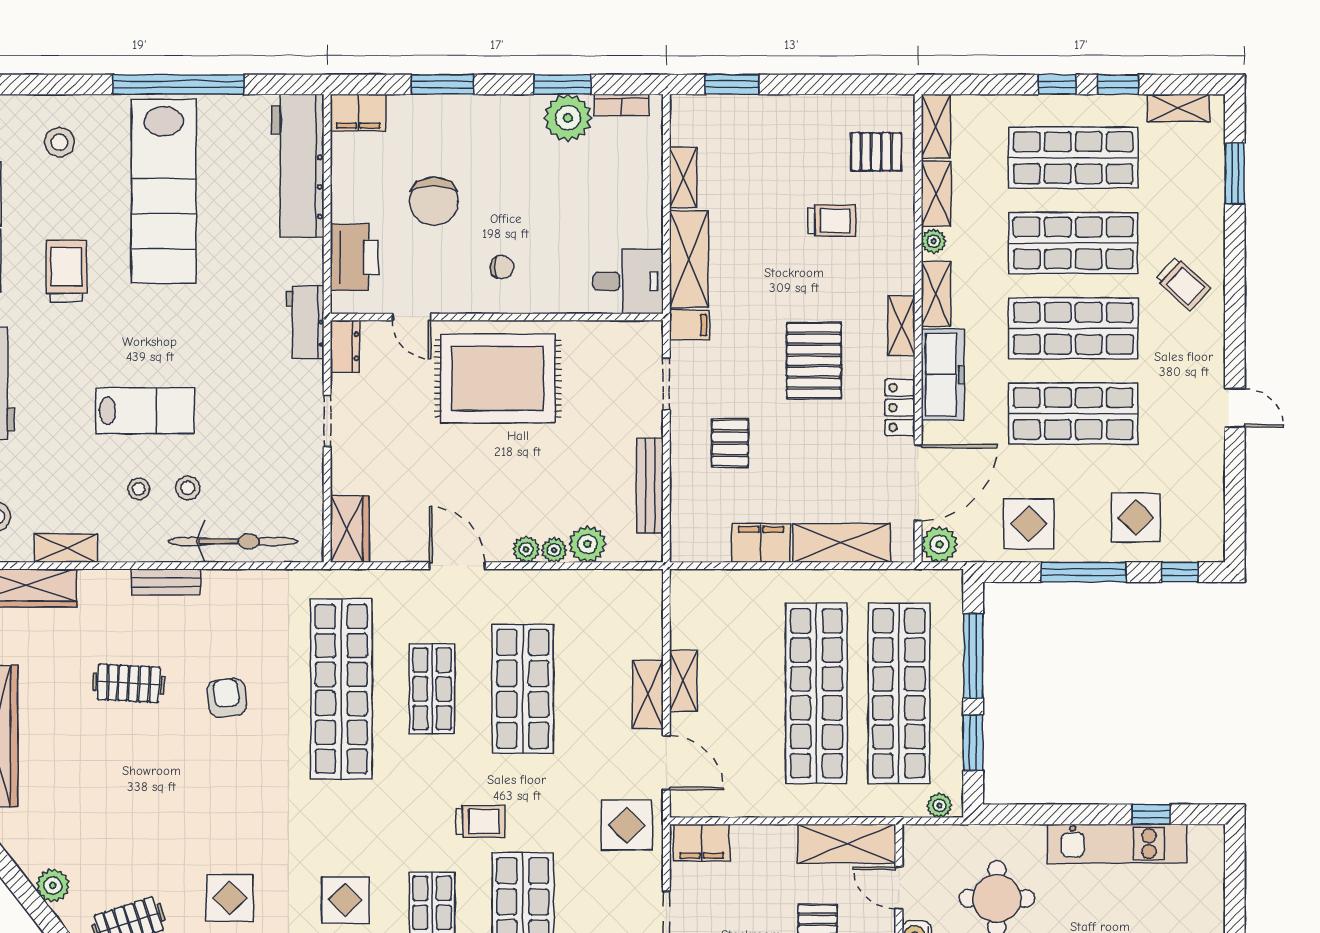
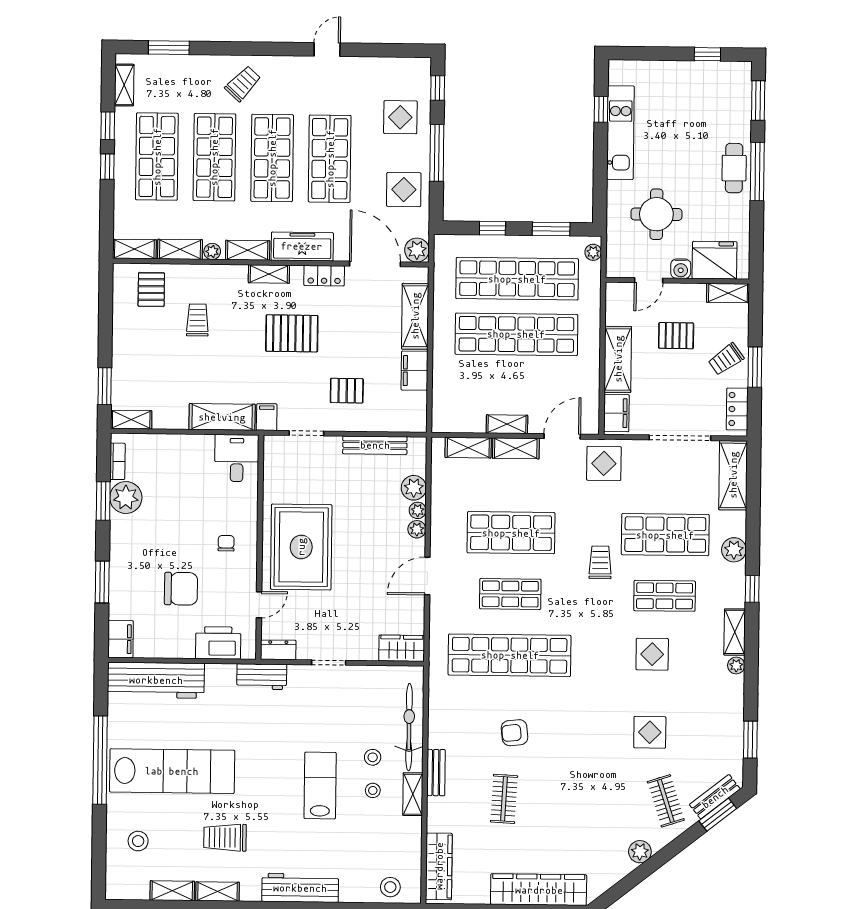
shelving: (683, 178) -> (131, 420), moved
shelving: (66, 548) -> (413, 794), moved
shelving: (648, 624) -> (468, 448), added
window: (973, 656) -> (492, 228), width x0.46
shelving: (847, 844) -> (618, 359), moved

